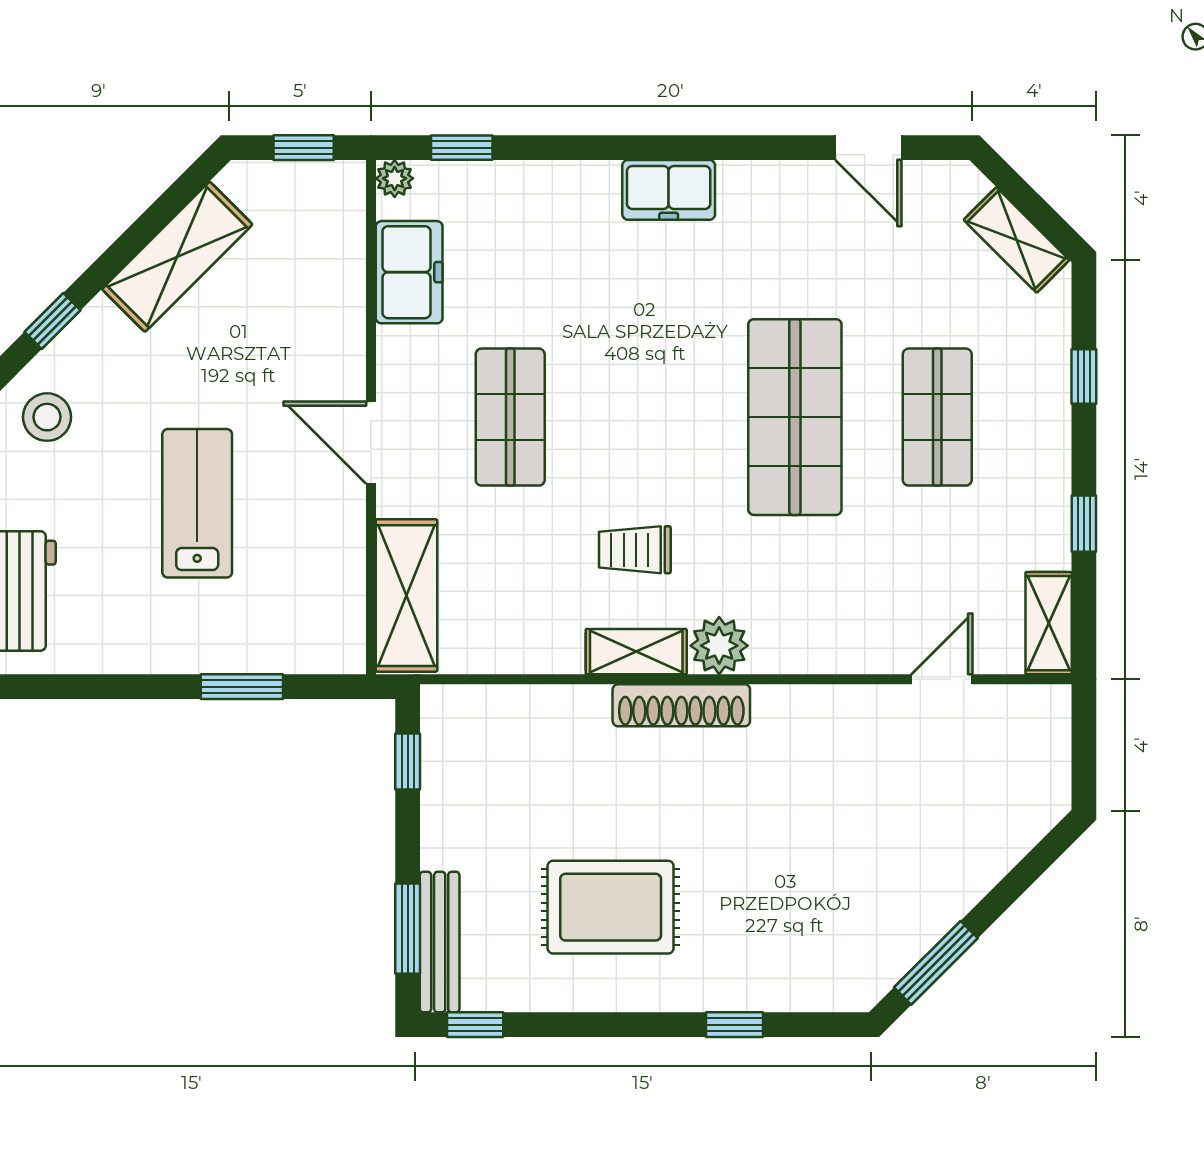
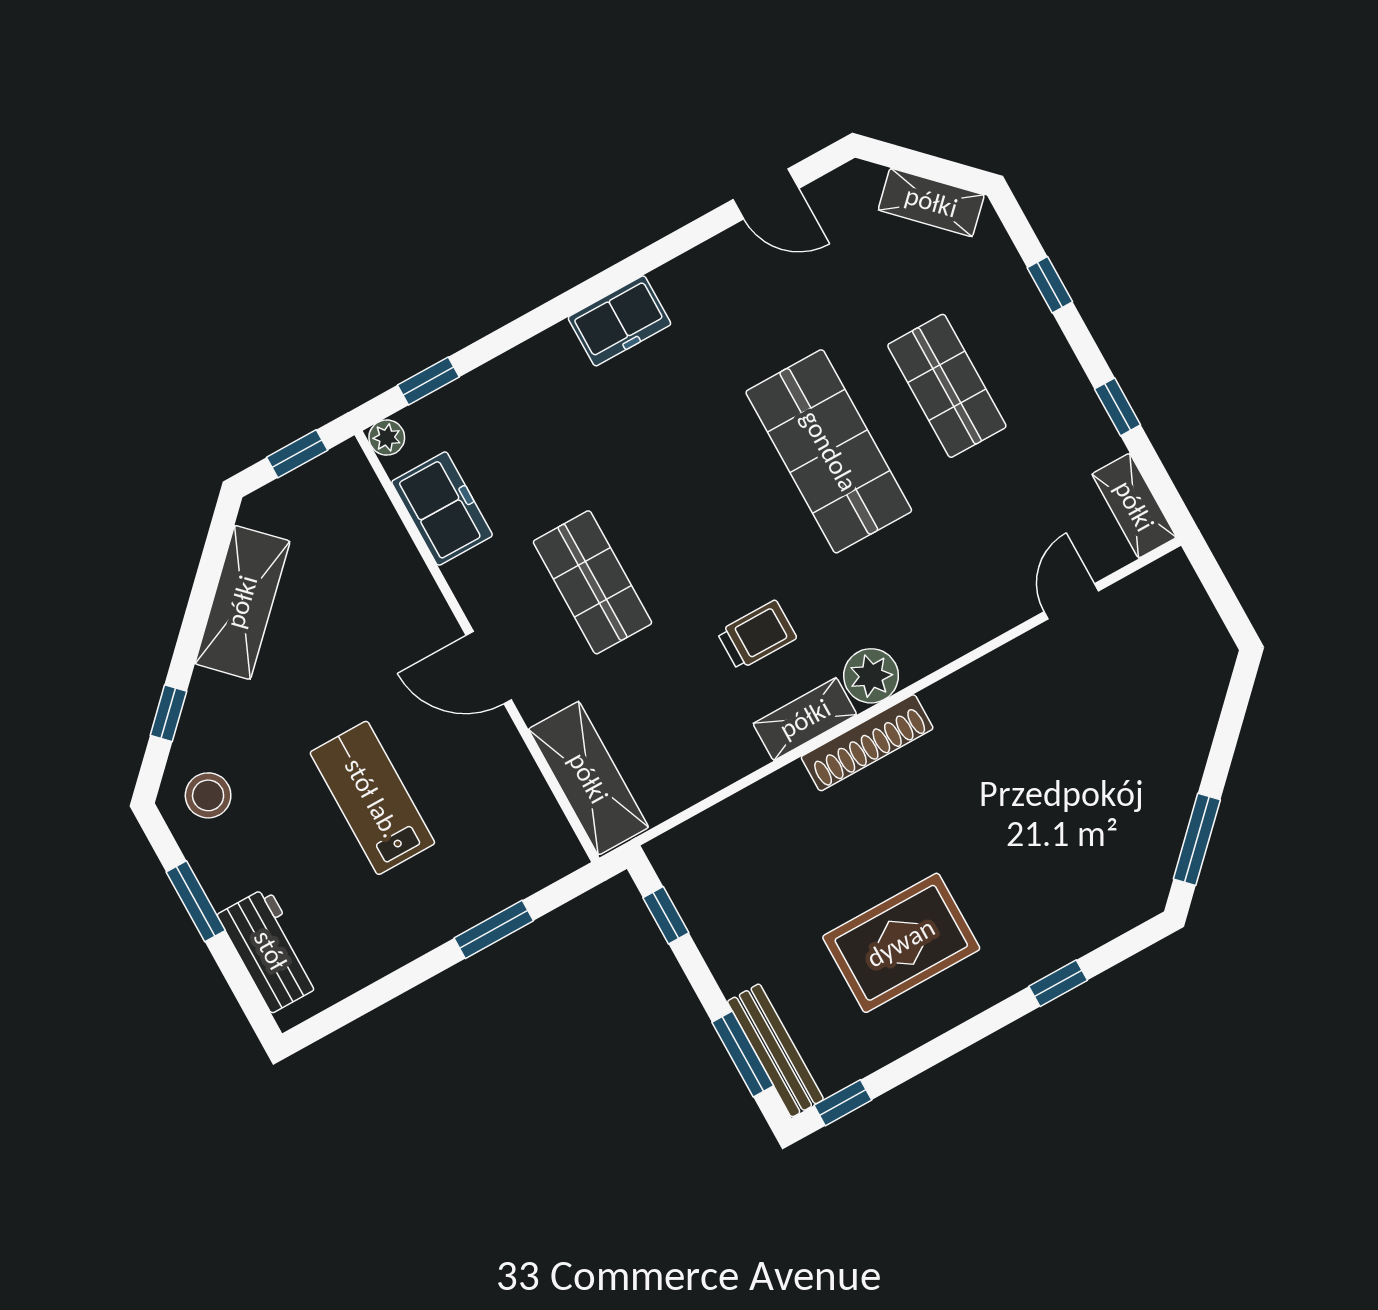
trolley: (635, 550) -> (757, 635), turned 180

